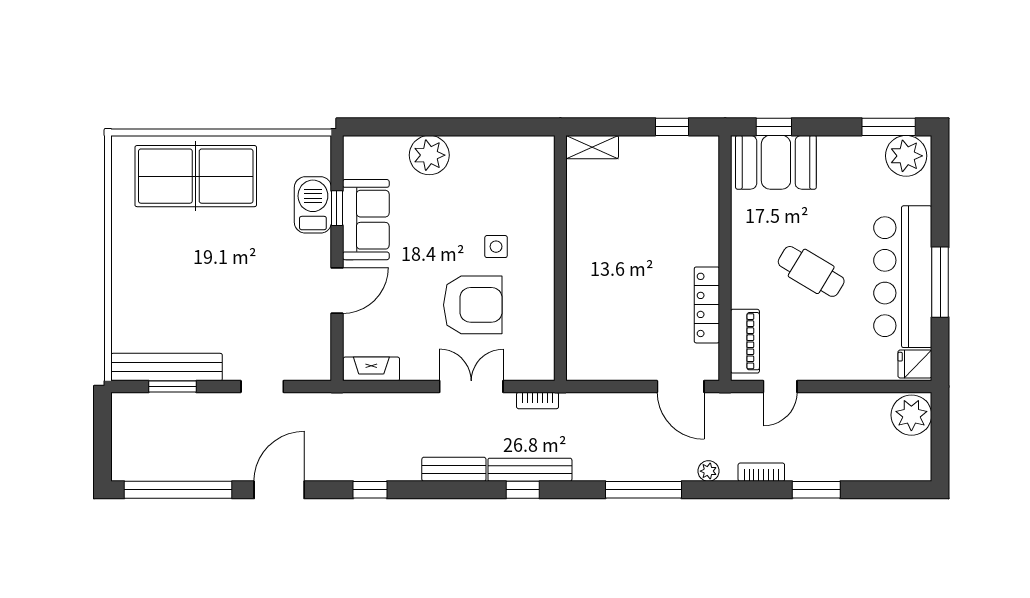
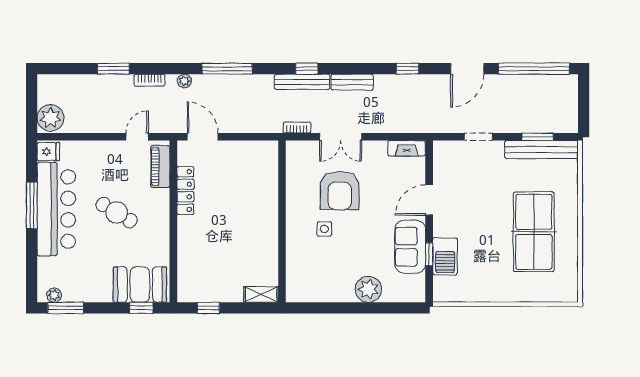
plant: (906, 156) -> (54, 295), width x0.53, depth x0.53
table tennis table: (196, 176) -> (534, 232), moved, turned 90
armchair: (473, 305) -> (340, 191), turned -90

